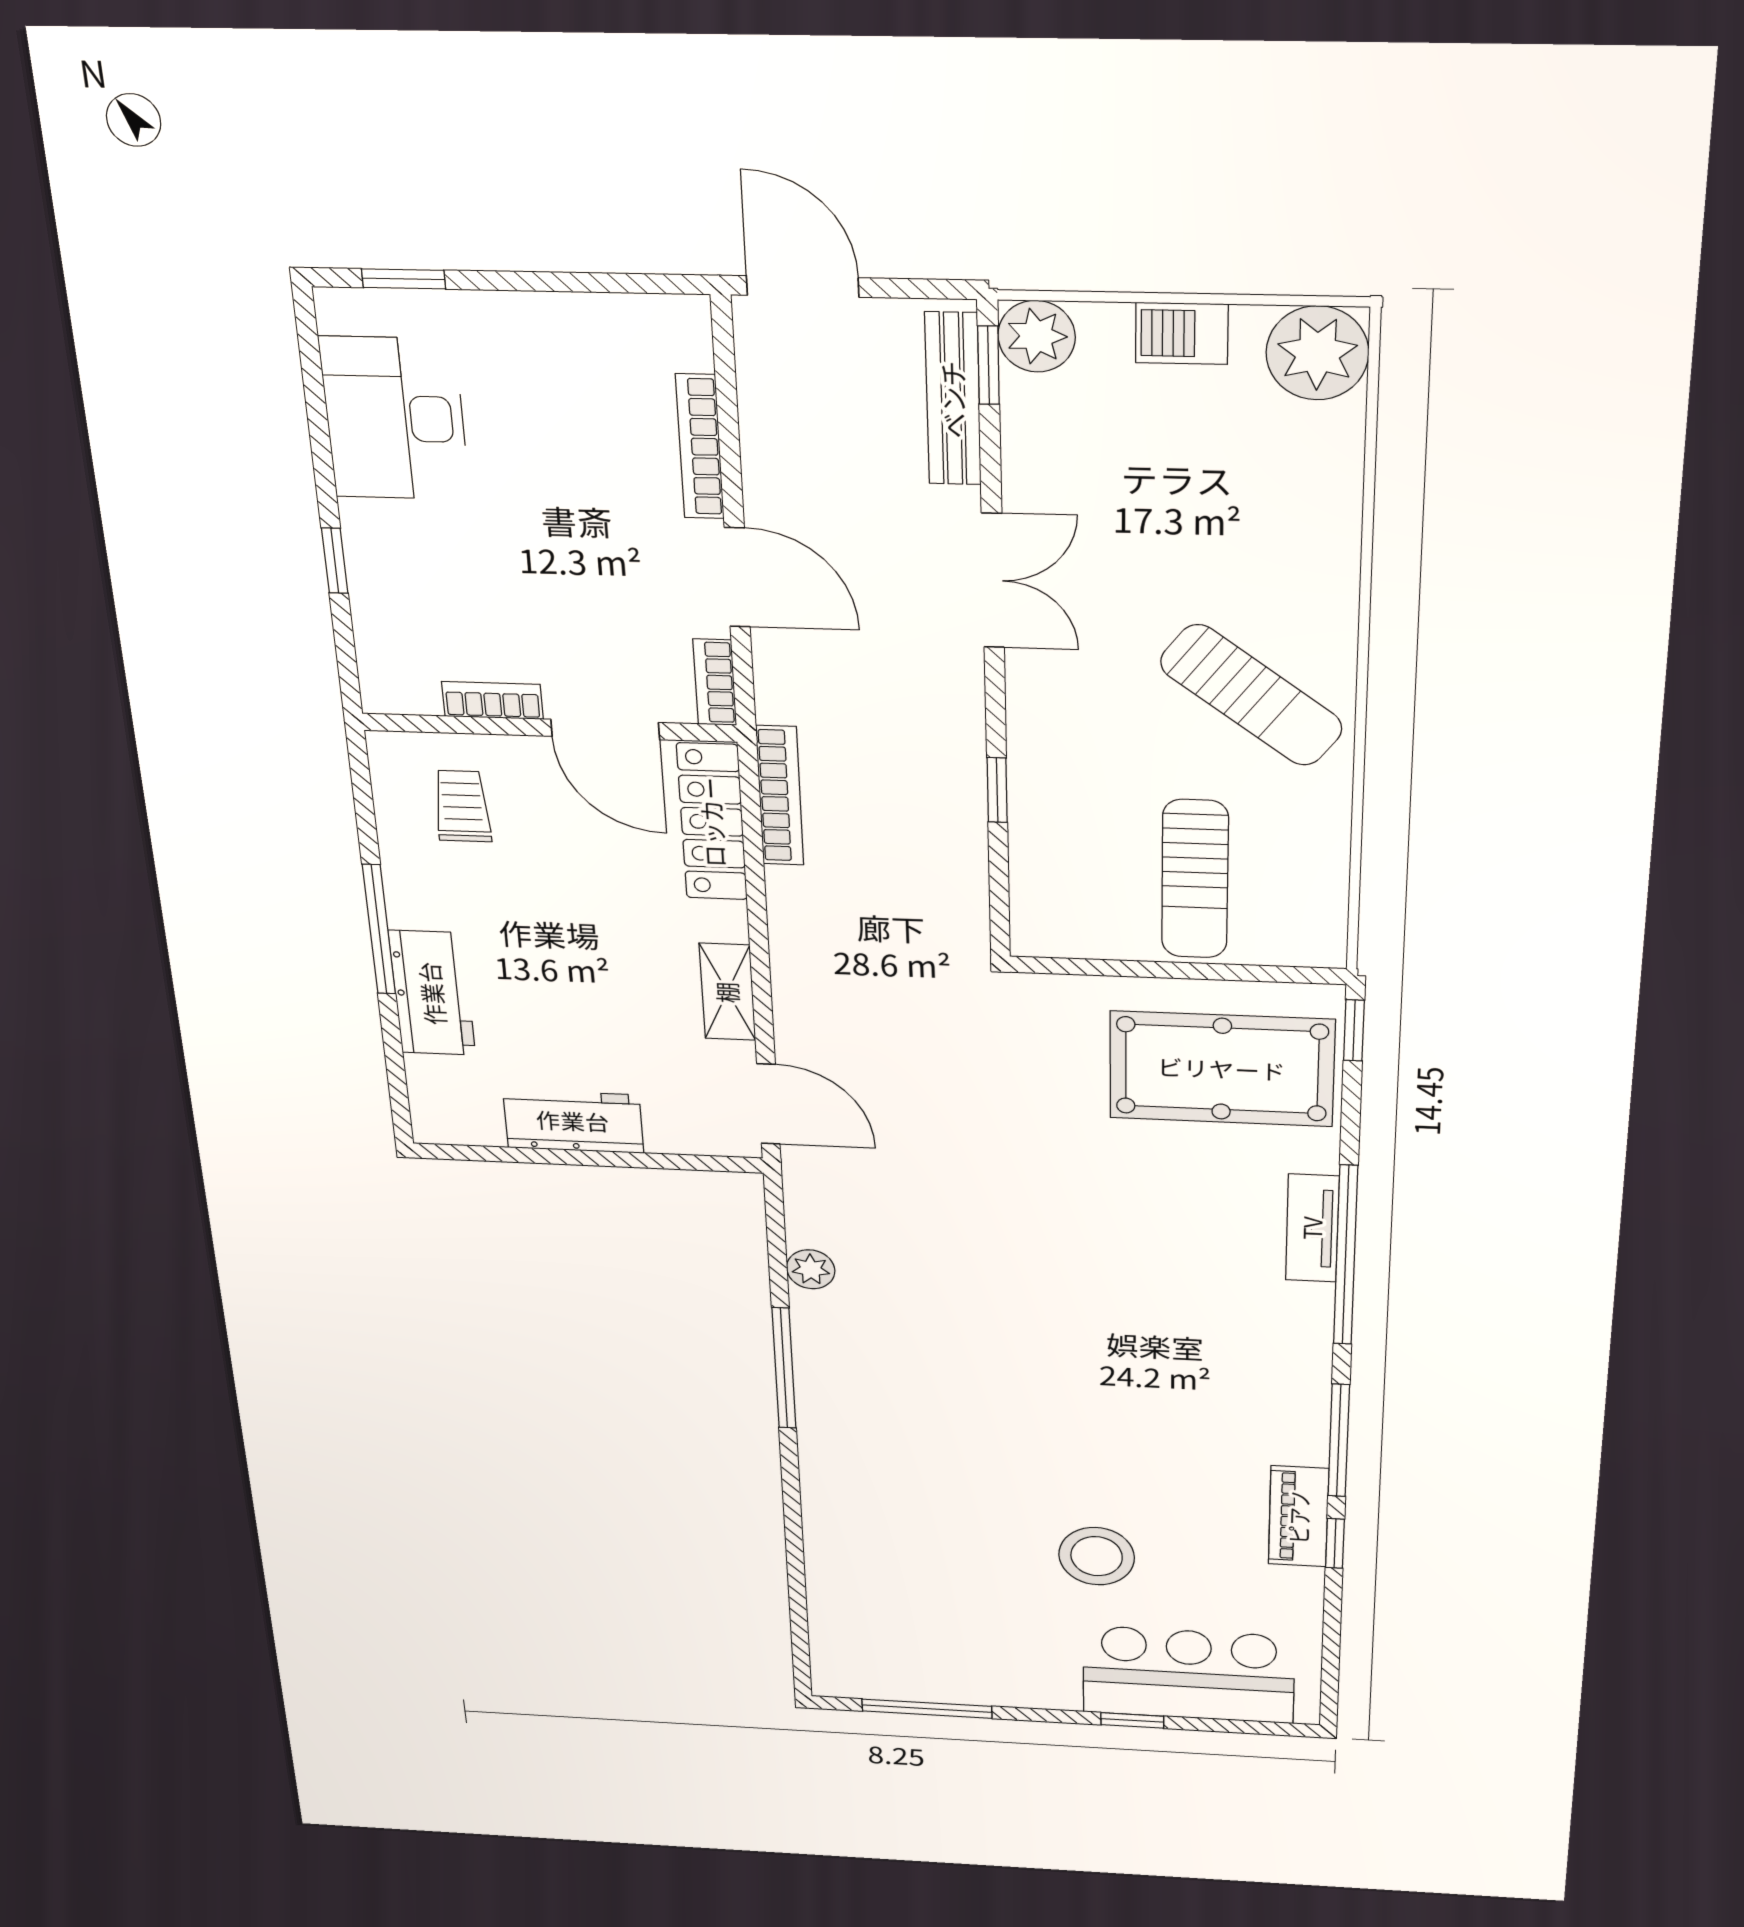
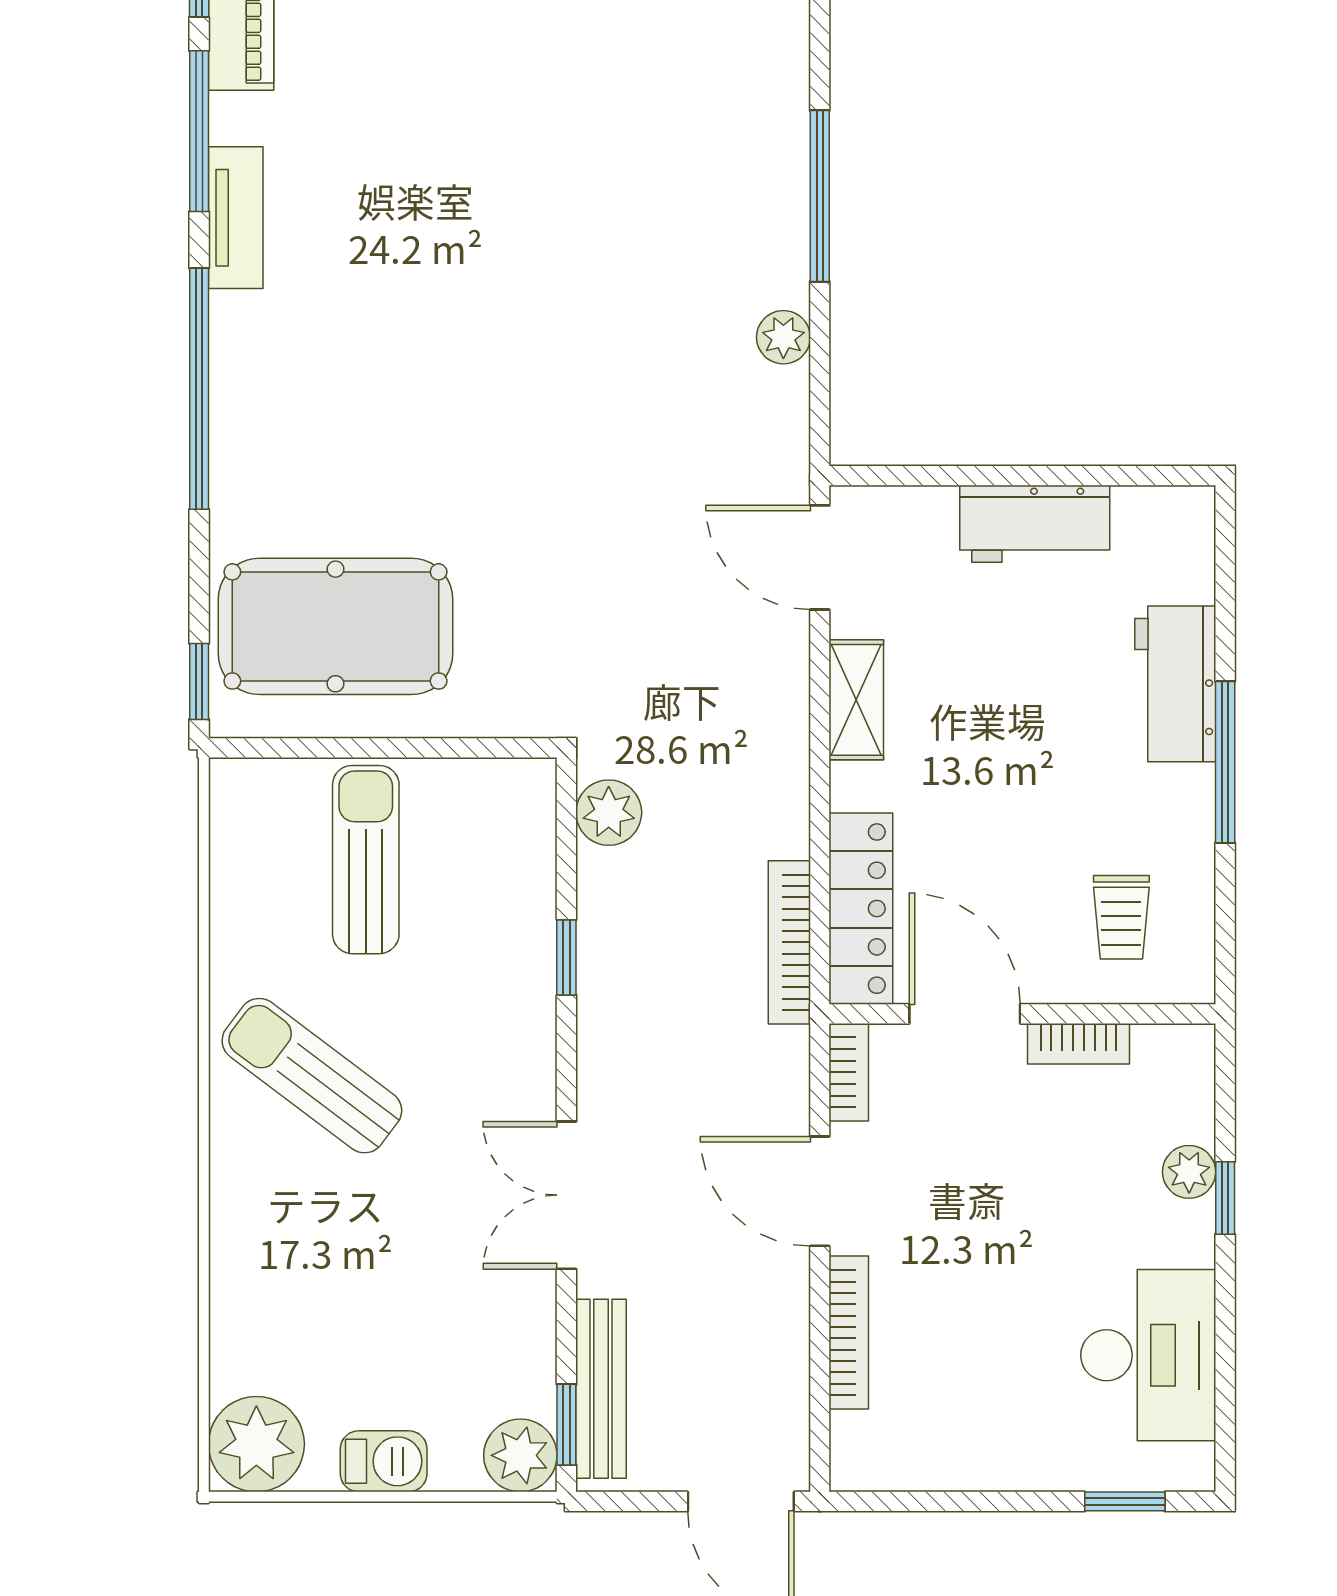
plant: (373, 585) -> (1189, 1172), added
plant: (959, 910) -> (609, 813), added
tv unit: (1312, 1228) -> (236, 218), moved

